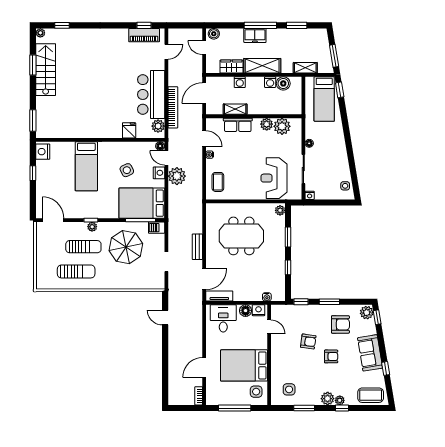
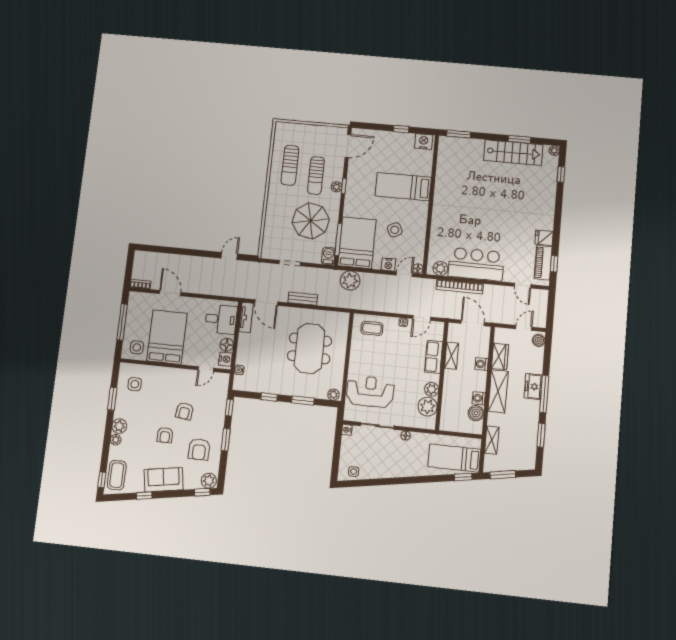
fridge: (129, 130) -> (544, 238), moved, turned 180
plant: (177, 176) -> (350, 281), moved
window: (342, 408) -> (102, 480), moved

